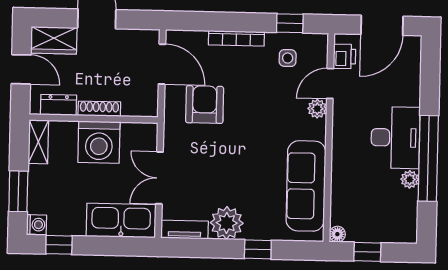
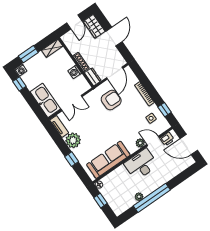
dresser: (58, 105) -> (93, 77), moved
desk: (395, 138) -> (141, 164), moved, turned 180
washing machine: (99, 142) -> (75, 72), width x0.53, depth x0.53
double door: (159, 178) -> (72, 103), swing flipped

